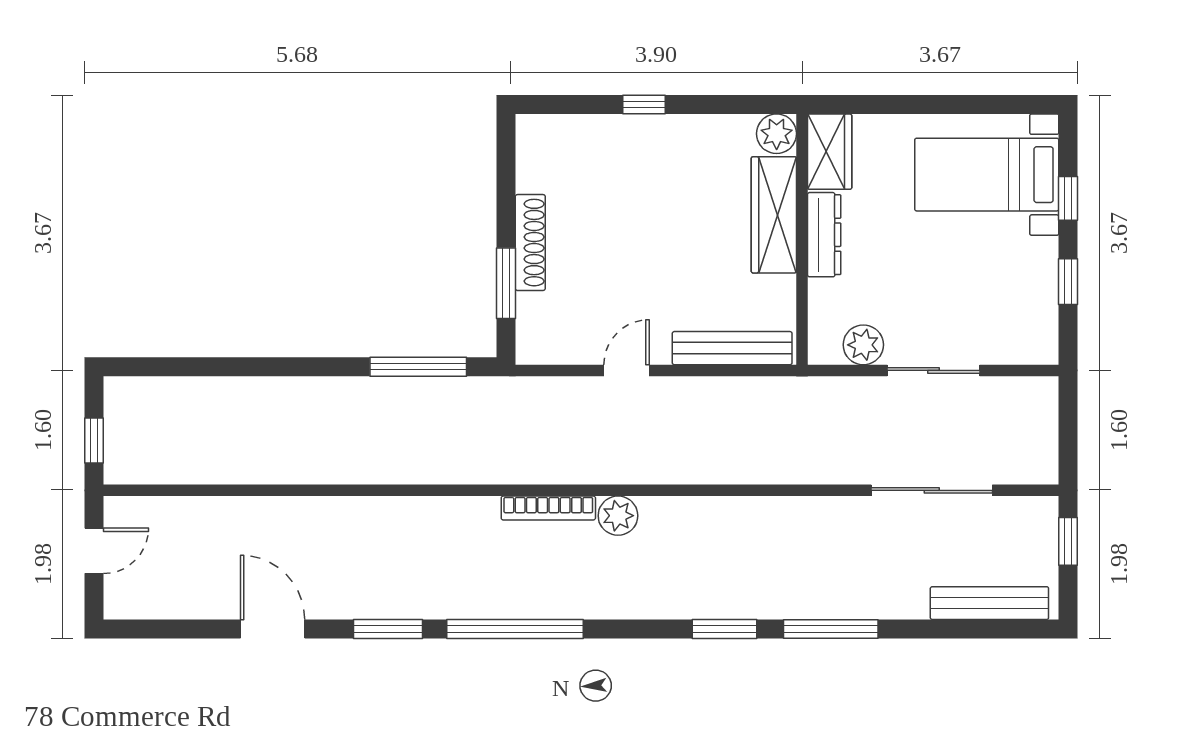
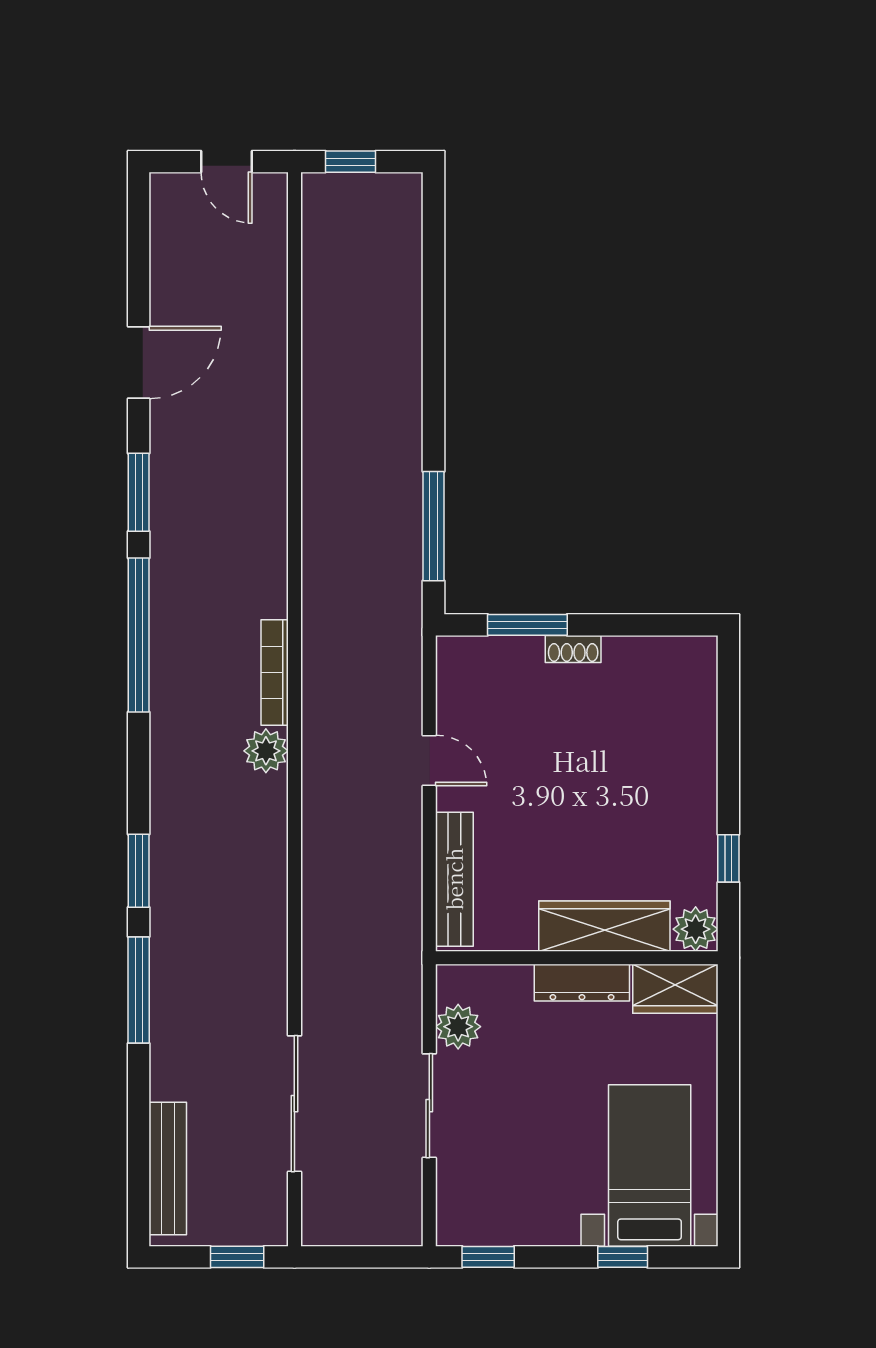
window: (644, 104) -> (728, 858), moved
shoe rack: (530, 243) -> (573, 649), width x0.51, depth x0.81
window: (1068, 282) -> (488, 1257), moved

